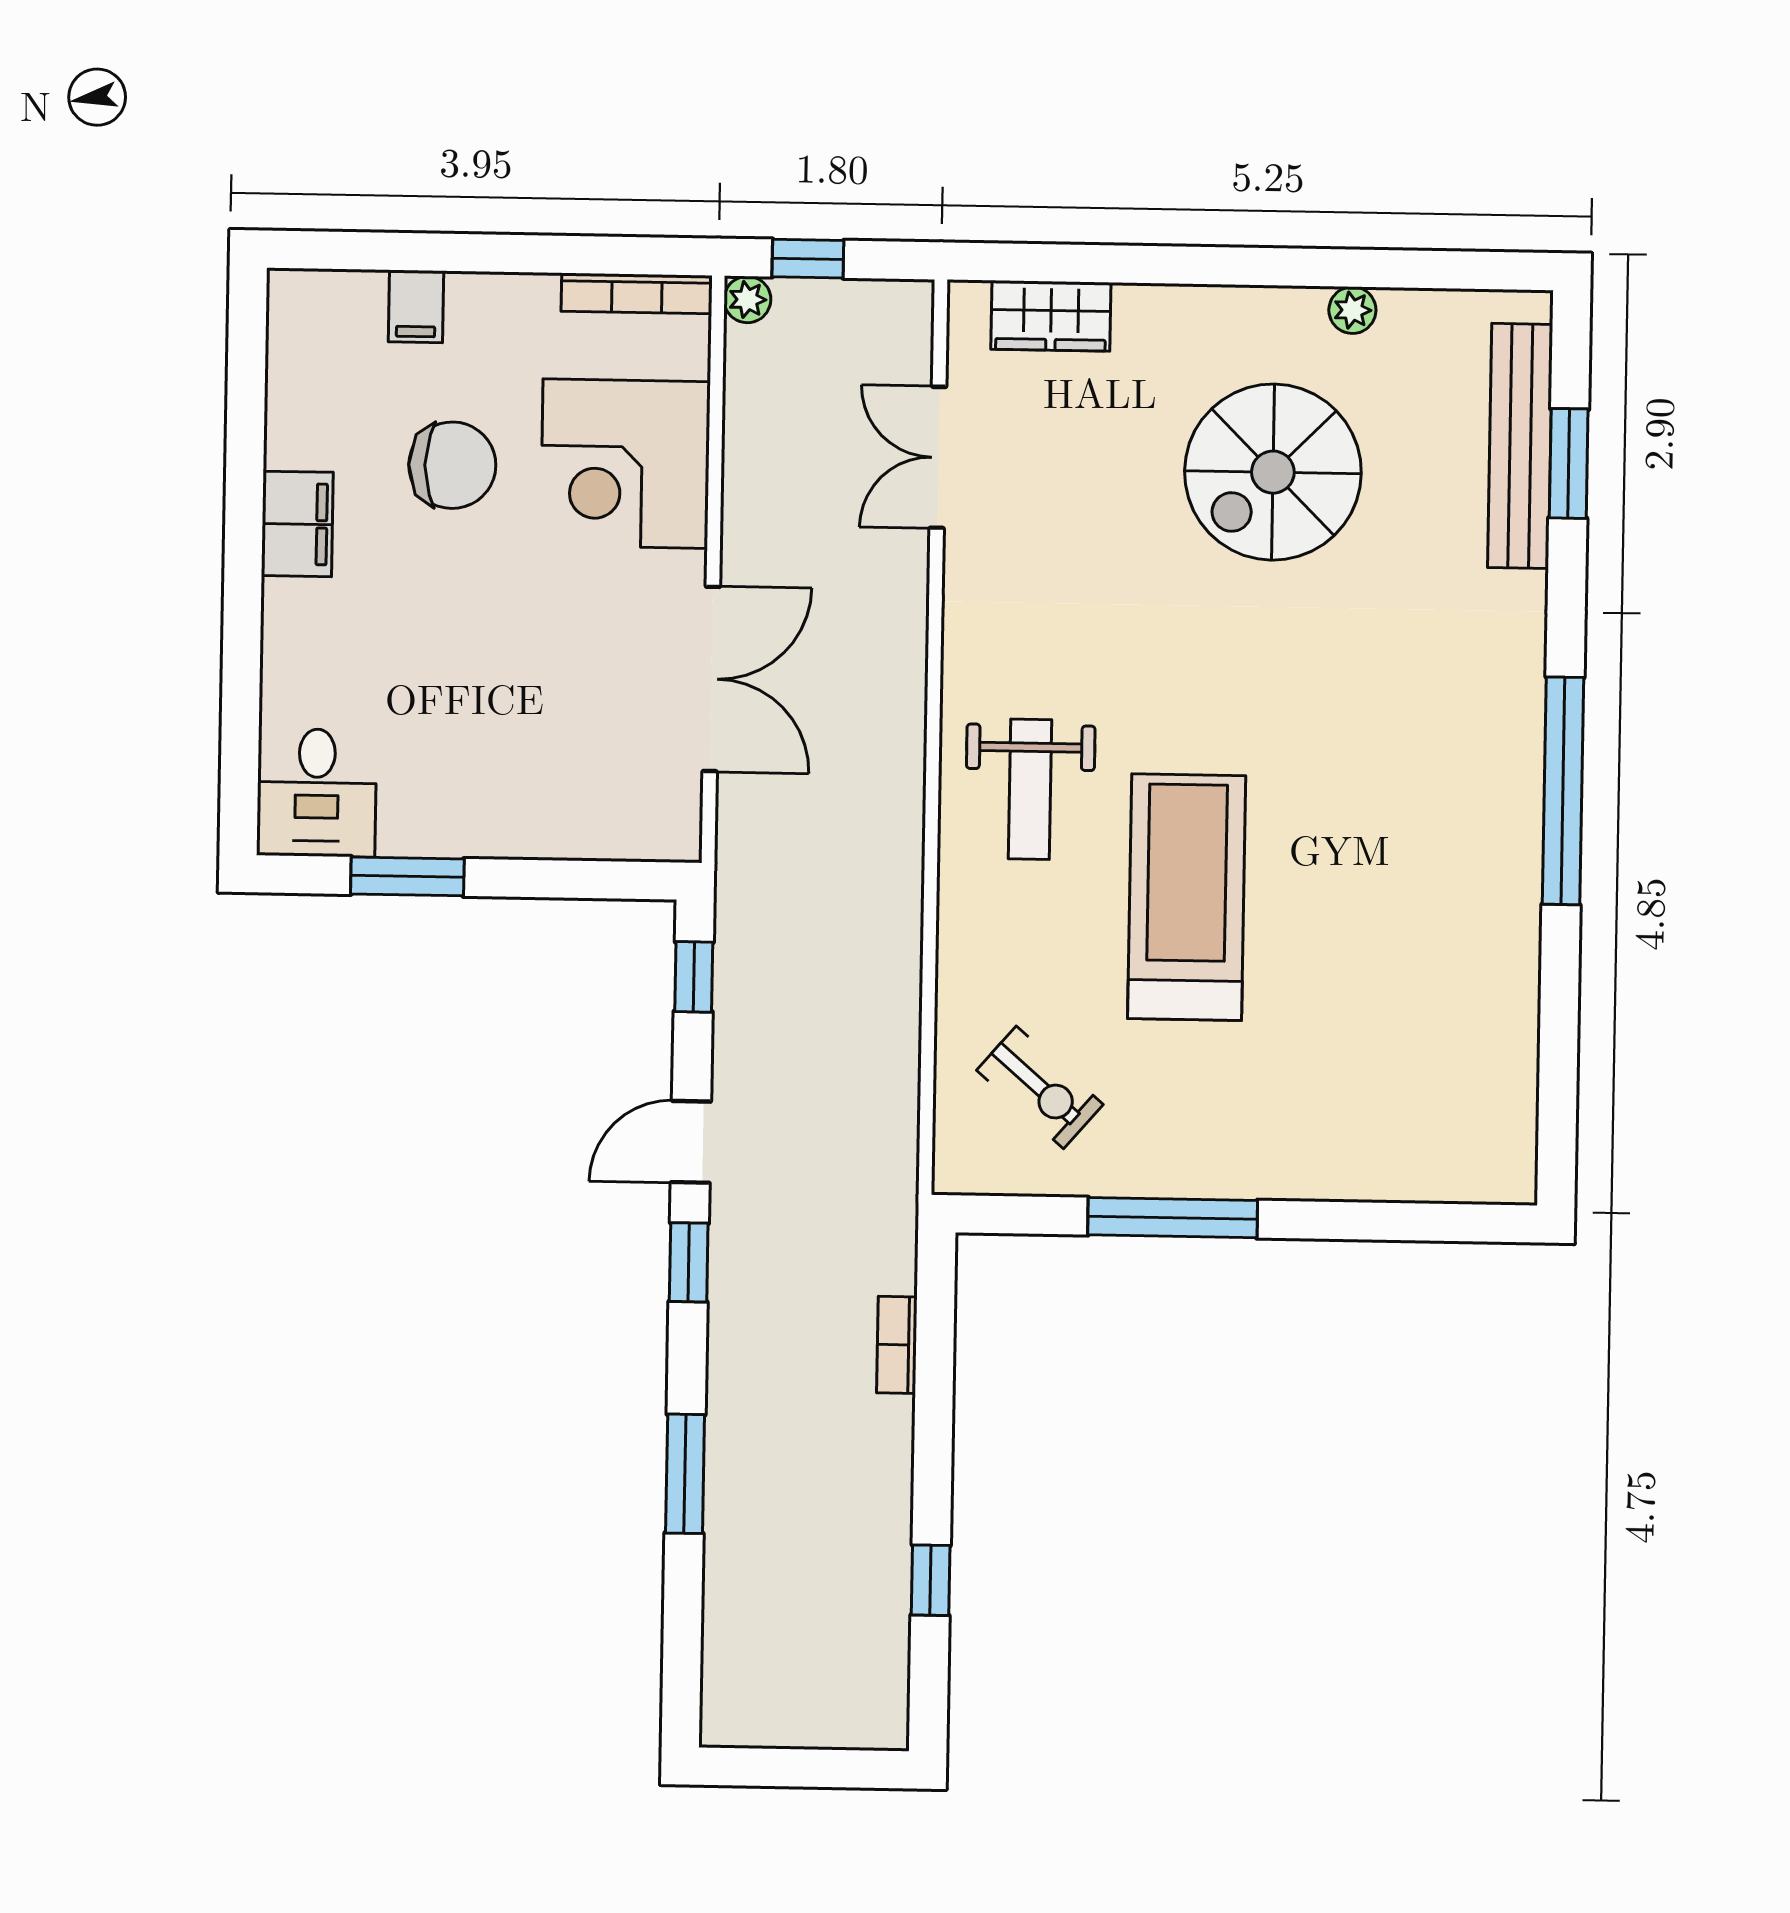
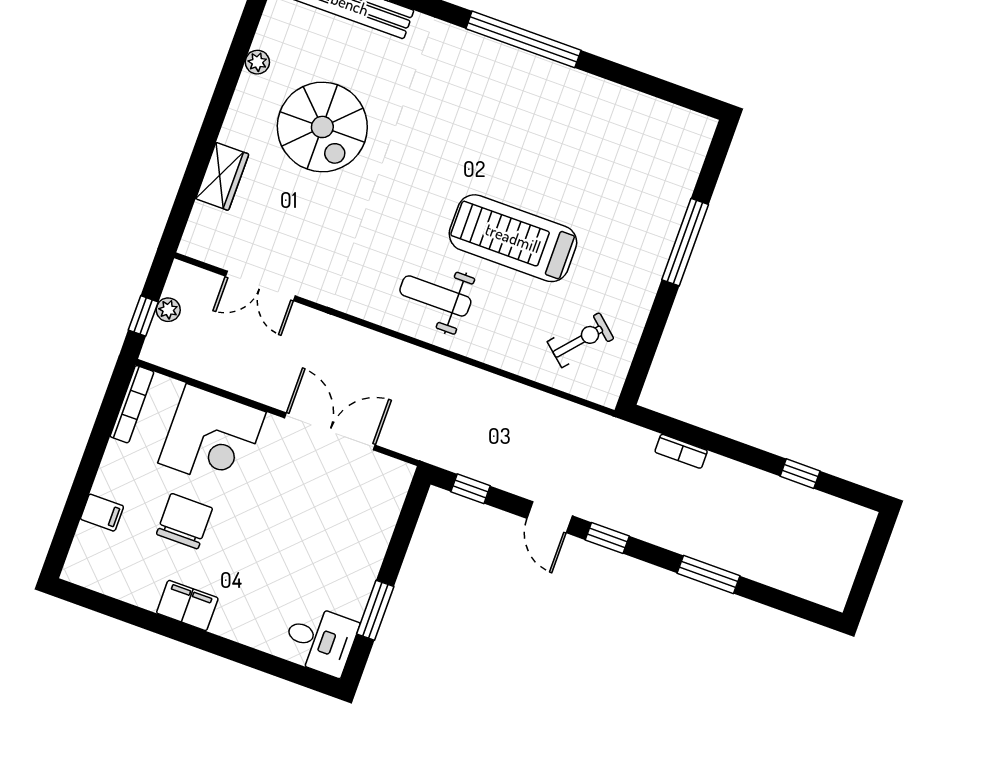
plant: (747, 299) -> (168, 310), moved
wardrobe: (1051, 316) -> (222, 176), moved
weight bench: (1030, 789) -> (435, 296), turned 180
window: (1173, 1218) -> (685, 242), moved

